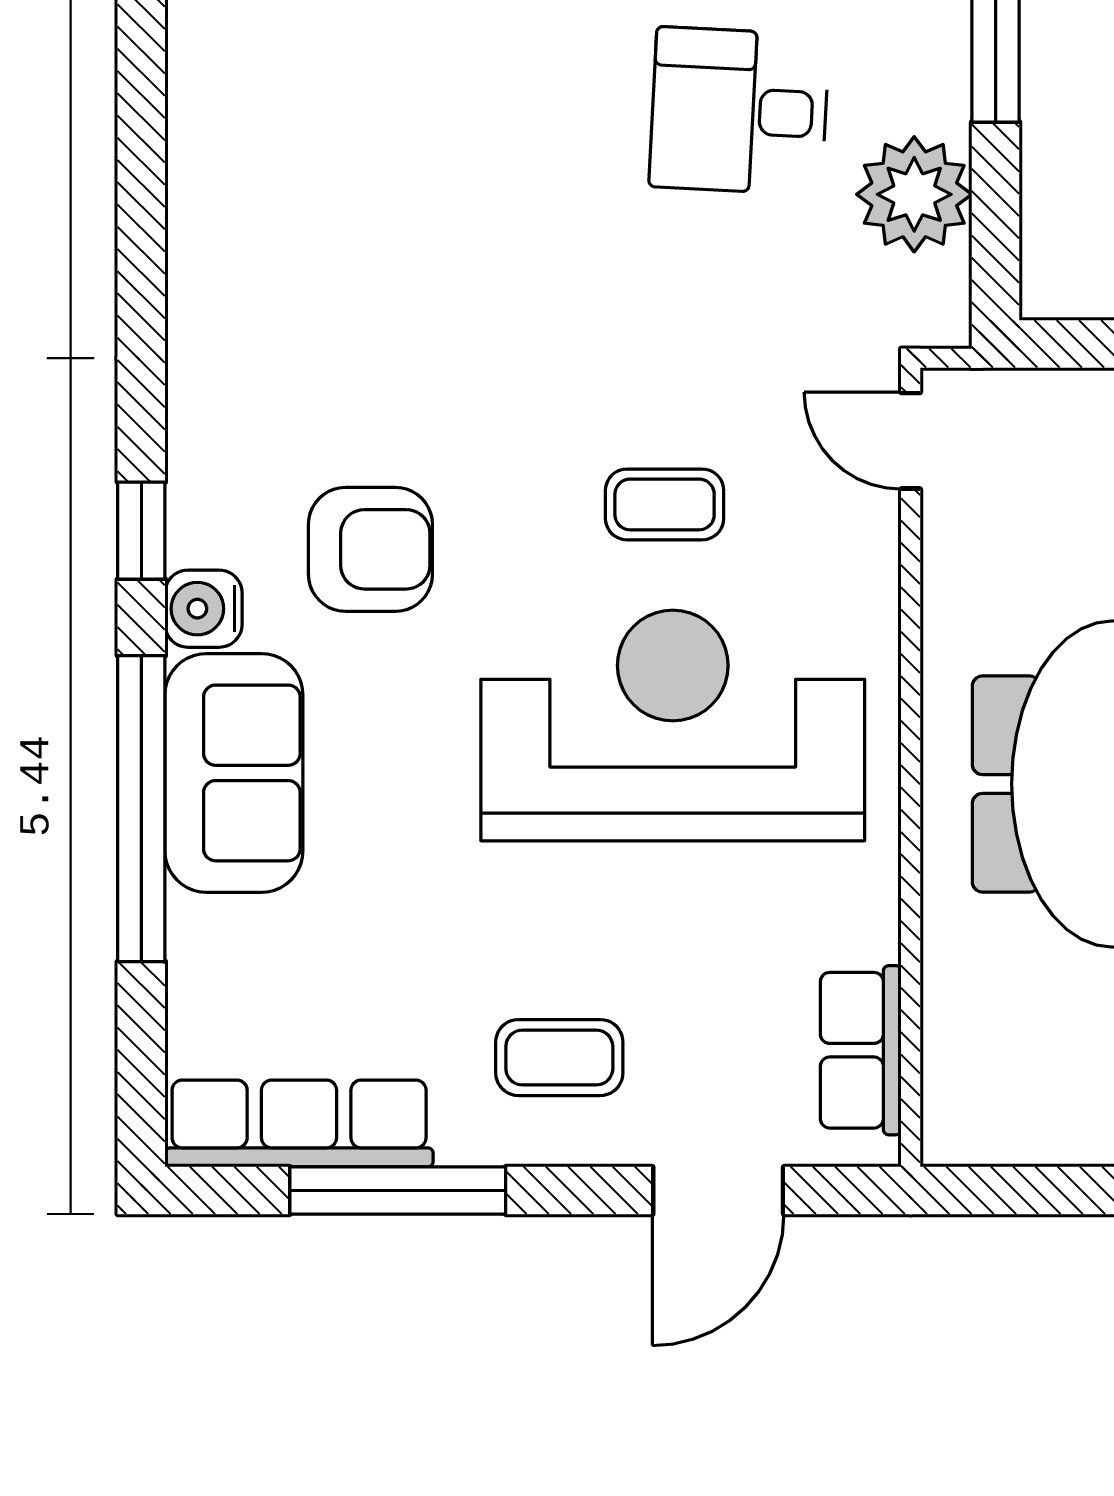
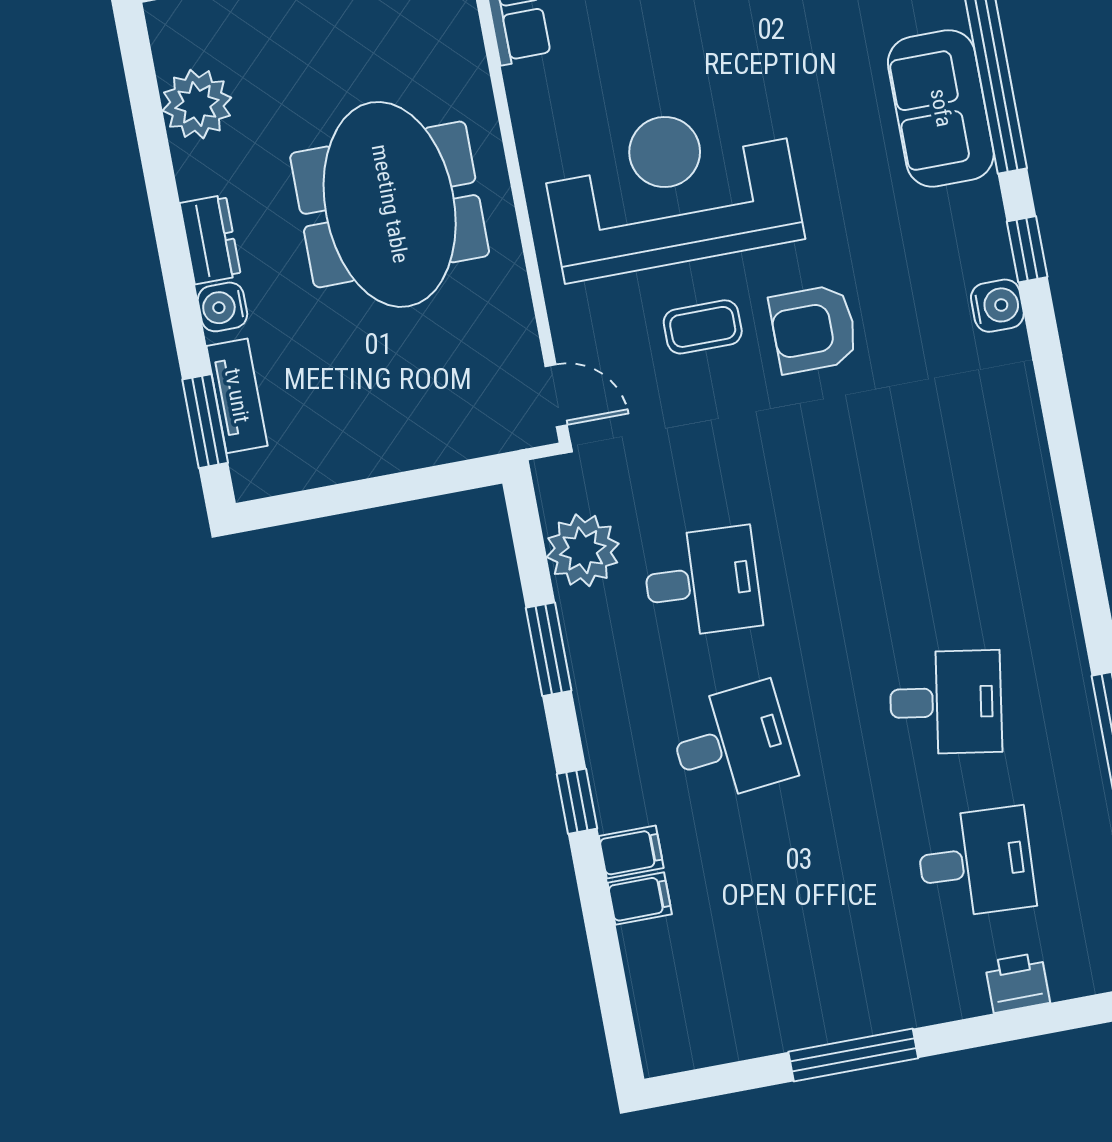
armchair: (370, 549) -> (814, 329), moved
water cooler: (204, 609) -> (997, 306), moved
reception desk: (673, 725) -> (672, 190), turned 180

